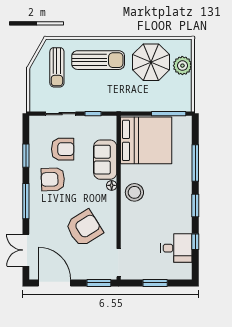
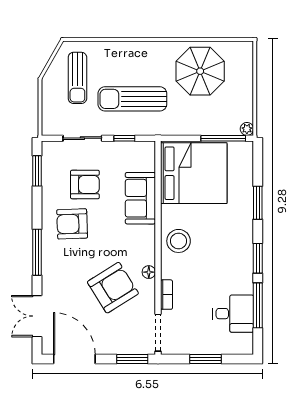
sun lounger: (98, 60) -> (132, 99), moved, turned 180
plant: (182, 66) -> (247, 129), moved, width x0.53, depth x0.53
window: (26, 156) -> (37, 171), moved
window: (195, 163) -> (258, 203), width x0.69
floor lamp: (112, 185) -> (149, 272), moved
bookcase: (125, 234) -> (166, 295), added
window: (195, 242) -> (258, 305), width x2.17

